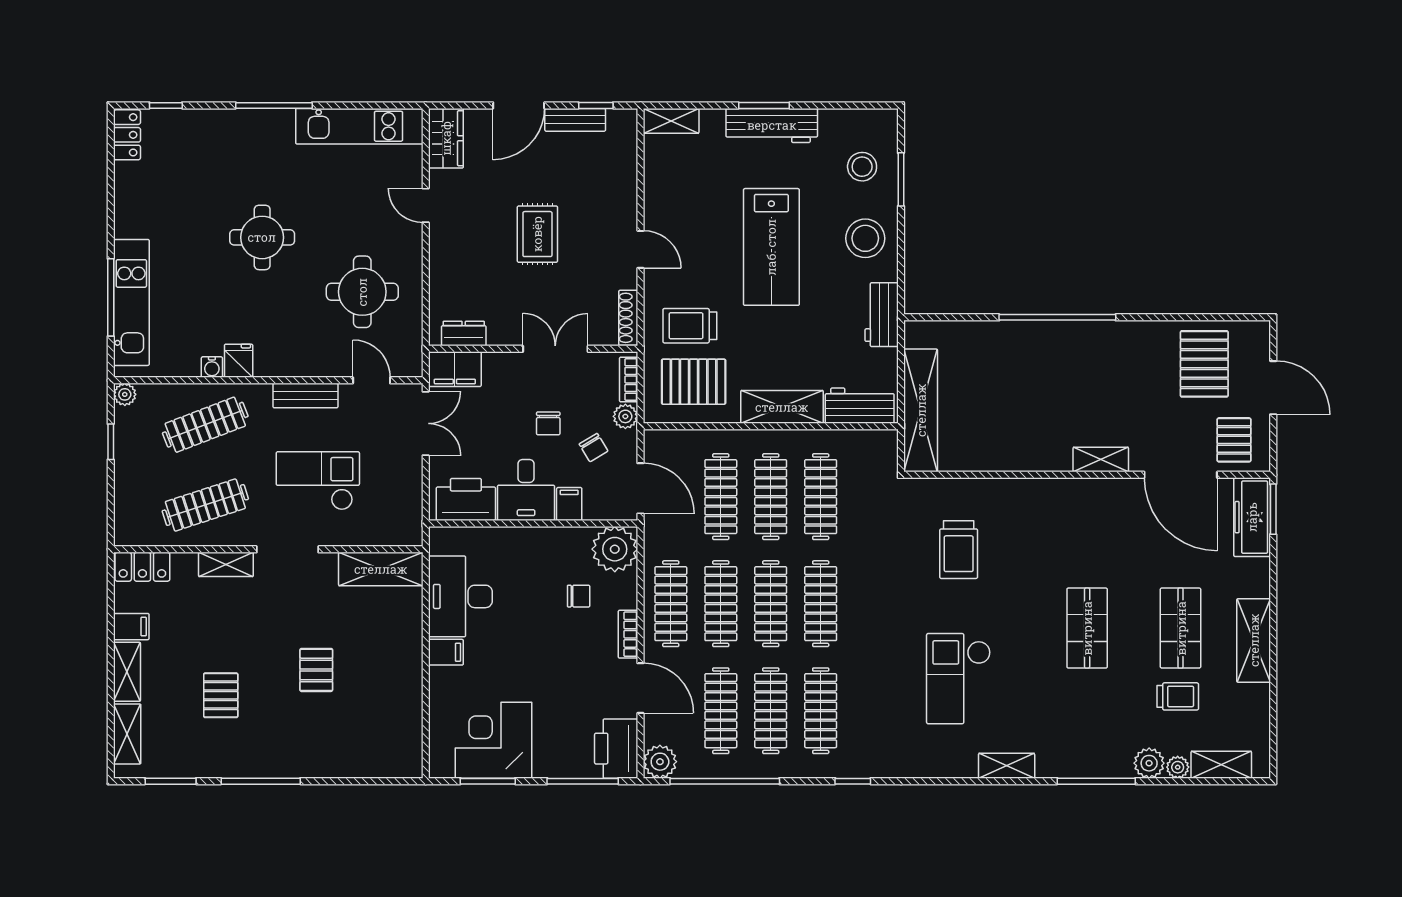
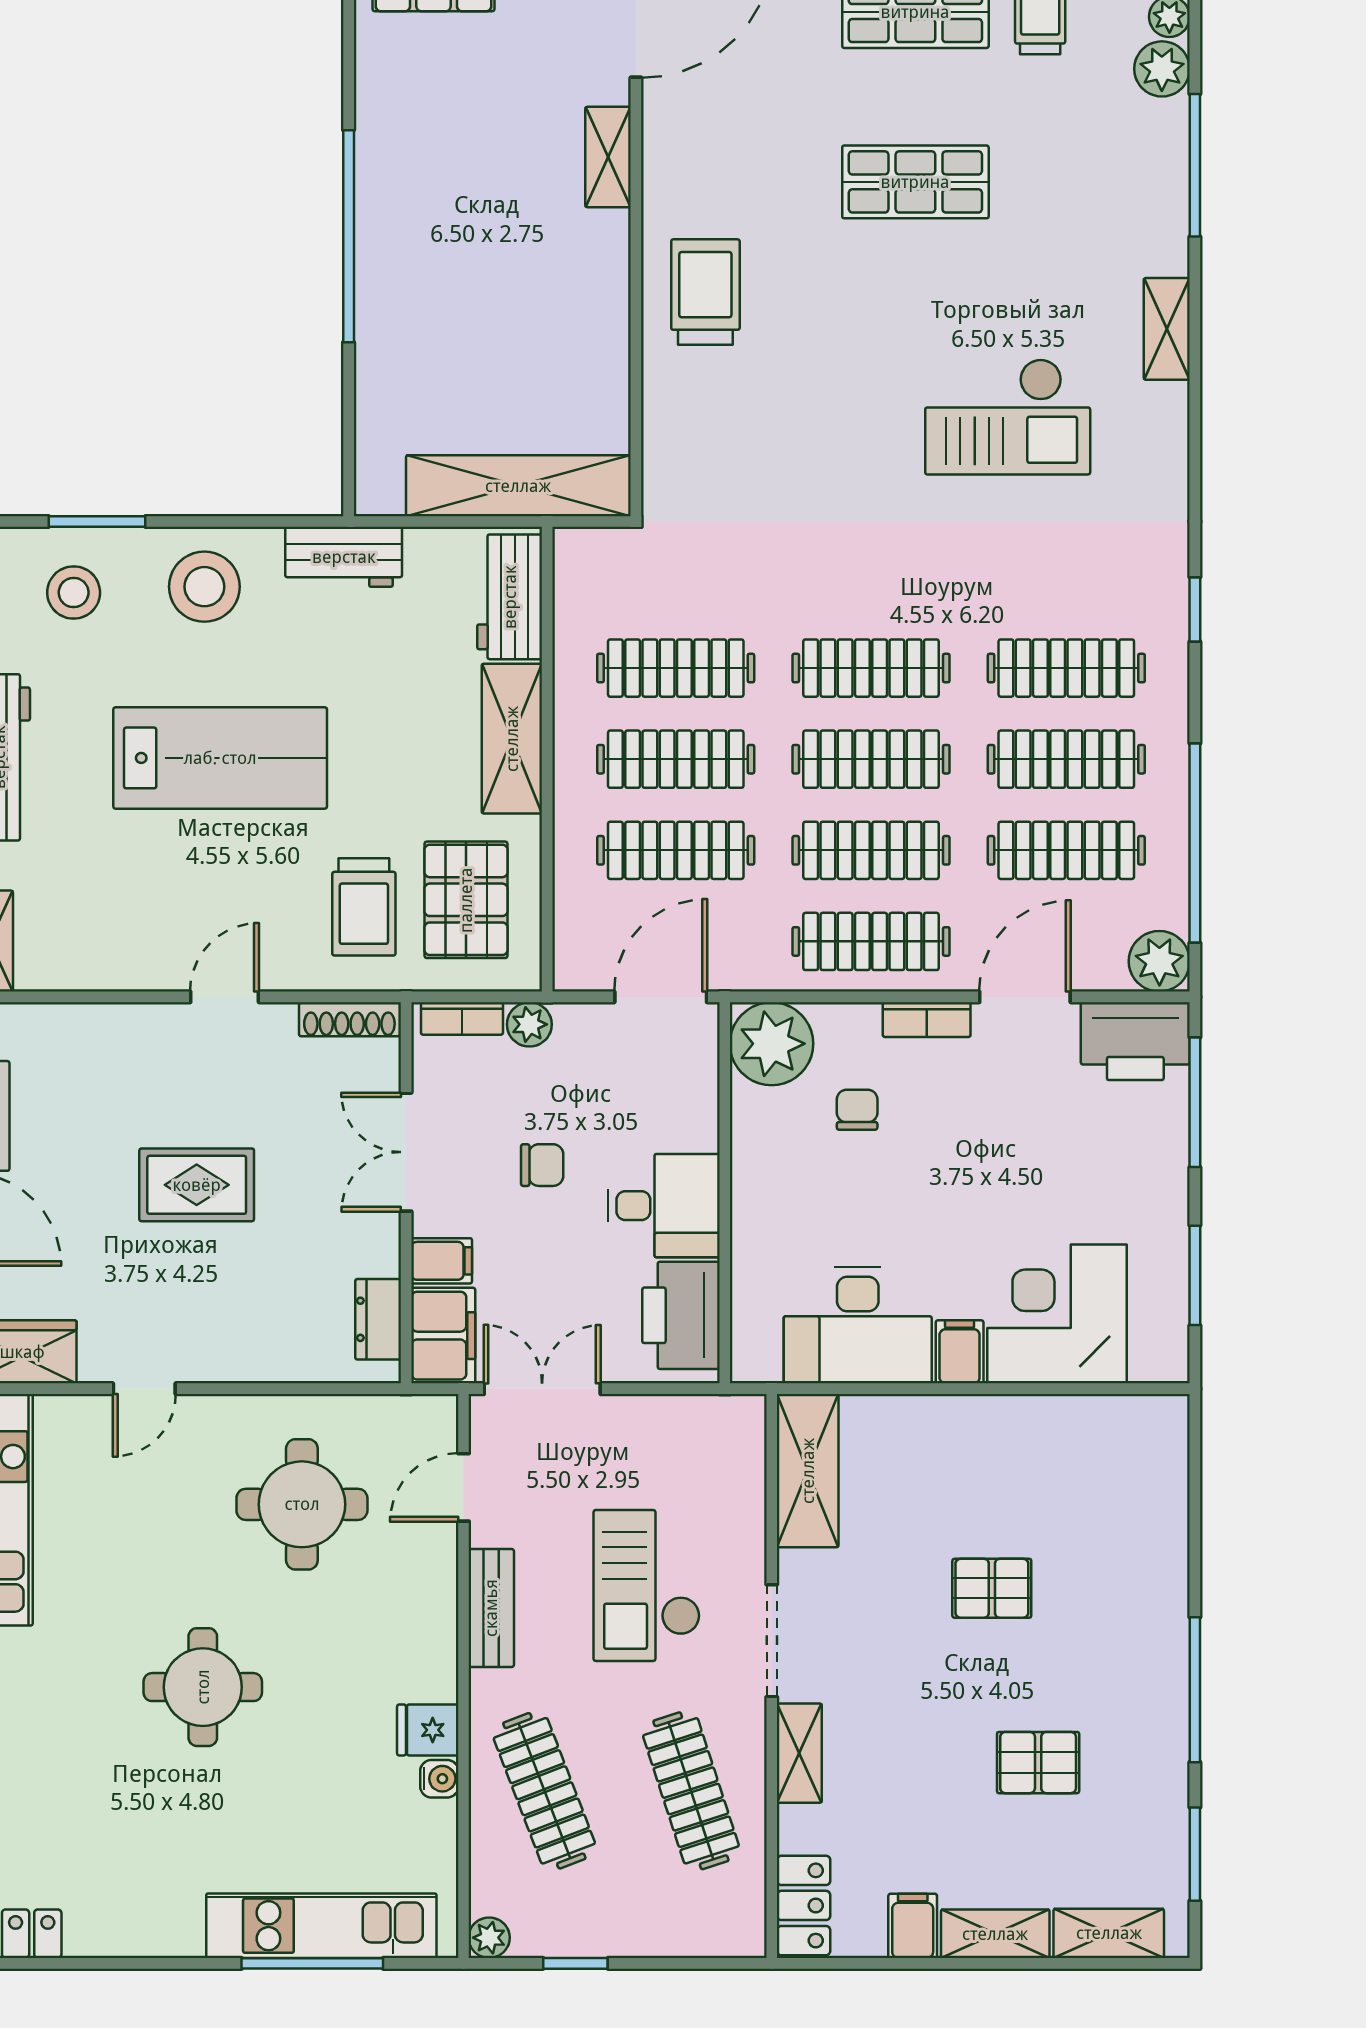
chair: (594, 448) -> (586, 1082), removed
filing cabinet: (569, 504) -> (442, 1261), moved, turned 180
trolley: (959, 550) -> (705, 292), moved, turned -90
corner desk: (494, 740) -> (1057, 1314), moved, turned 90

